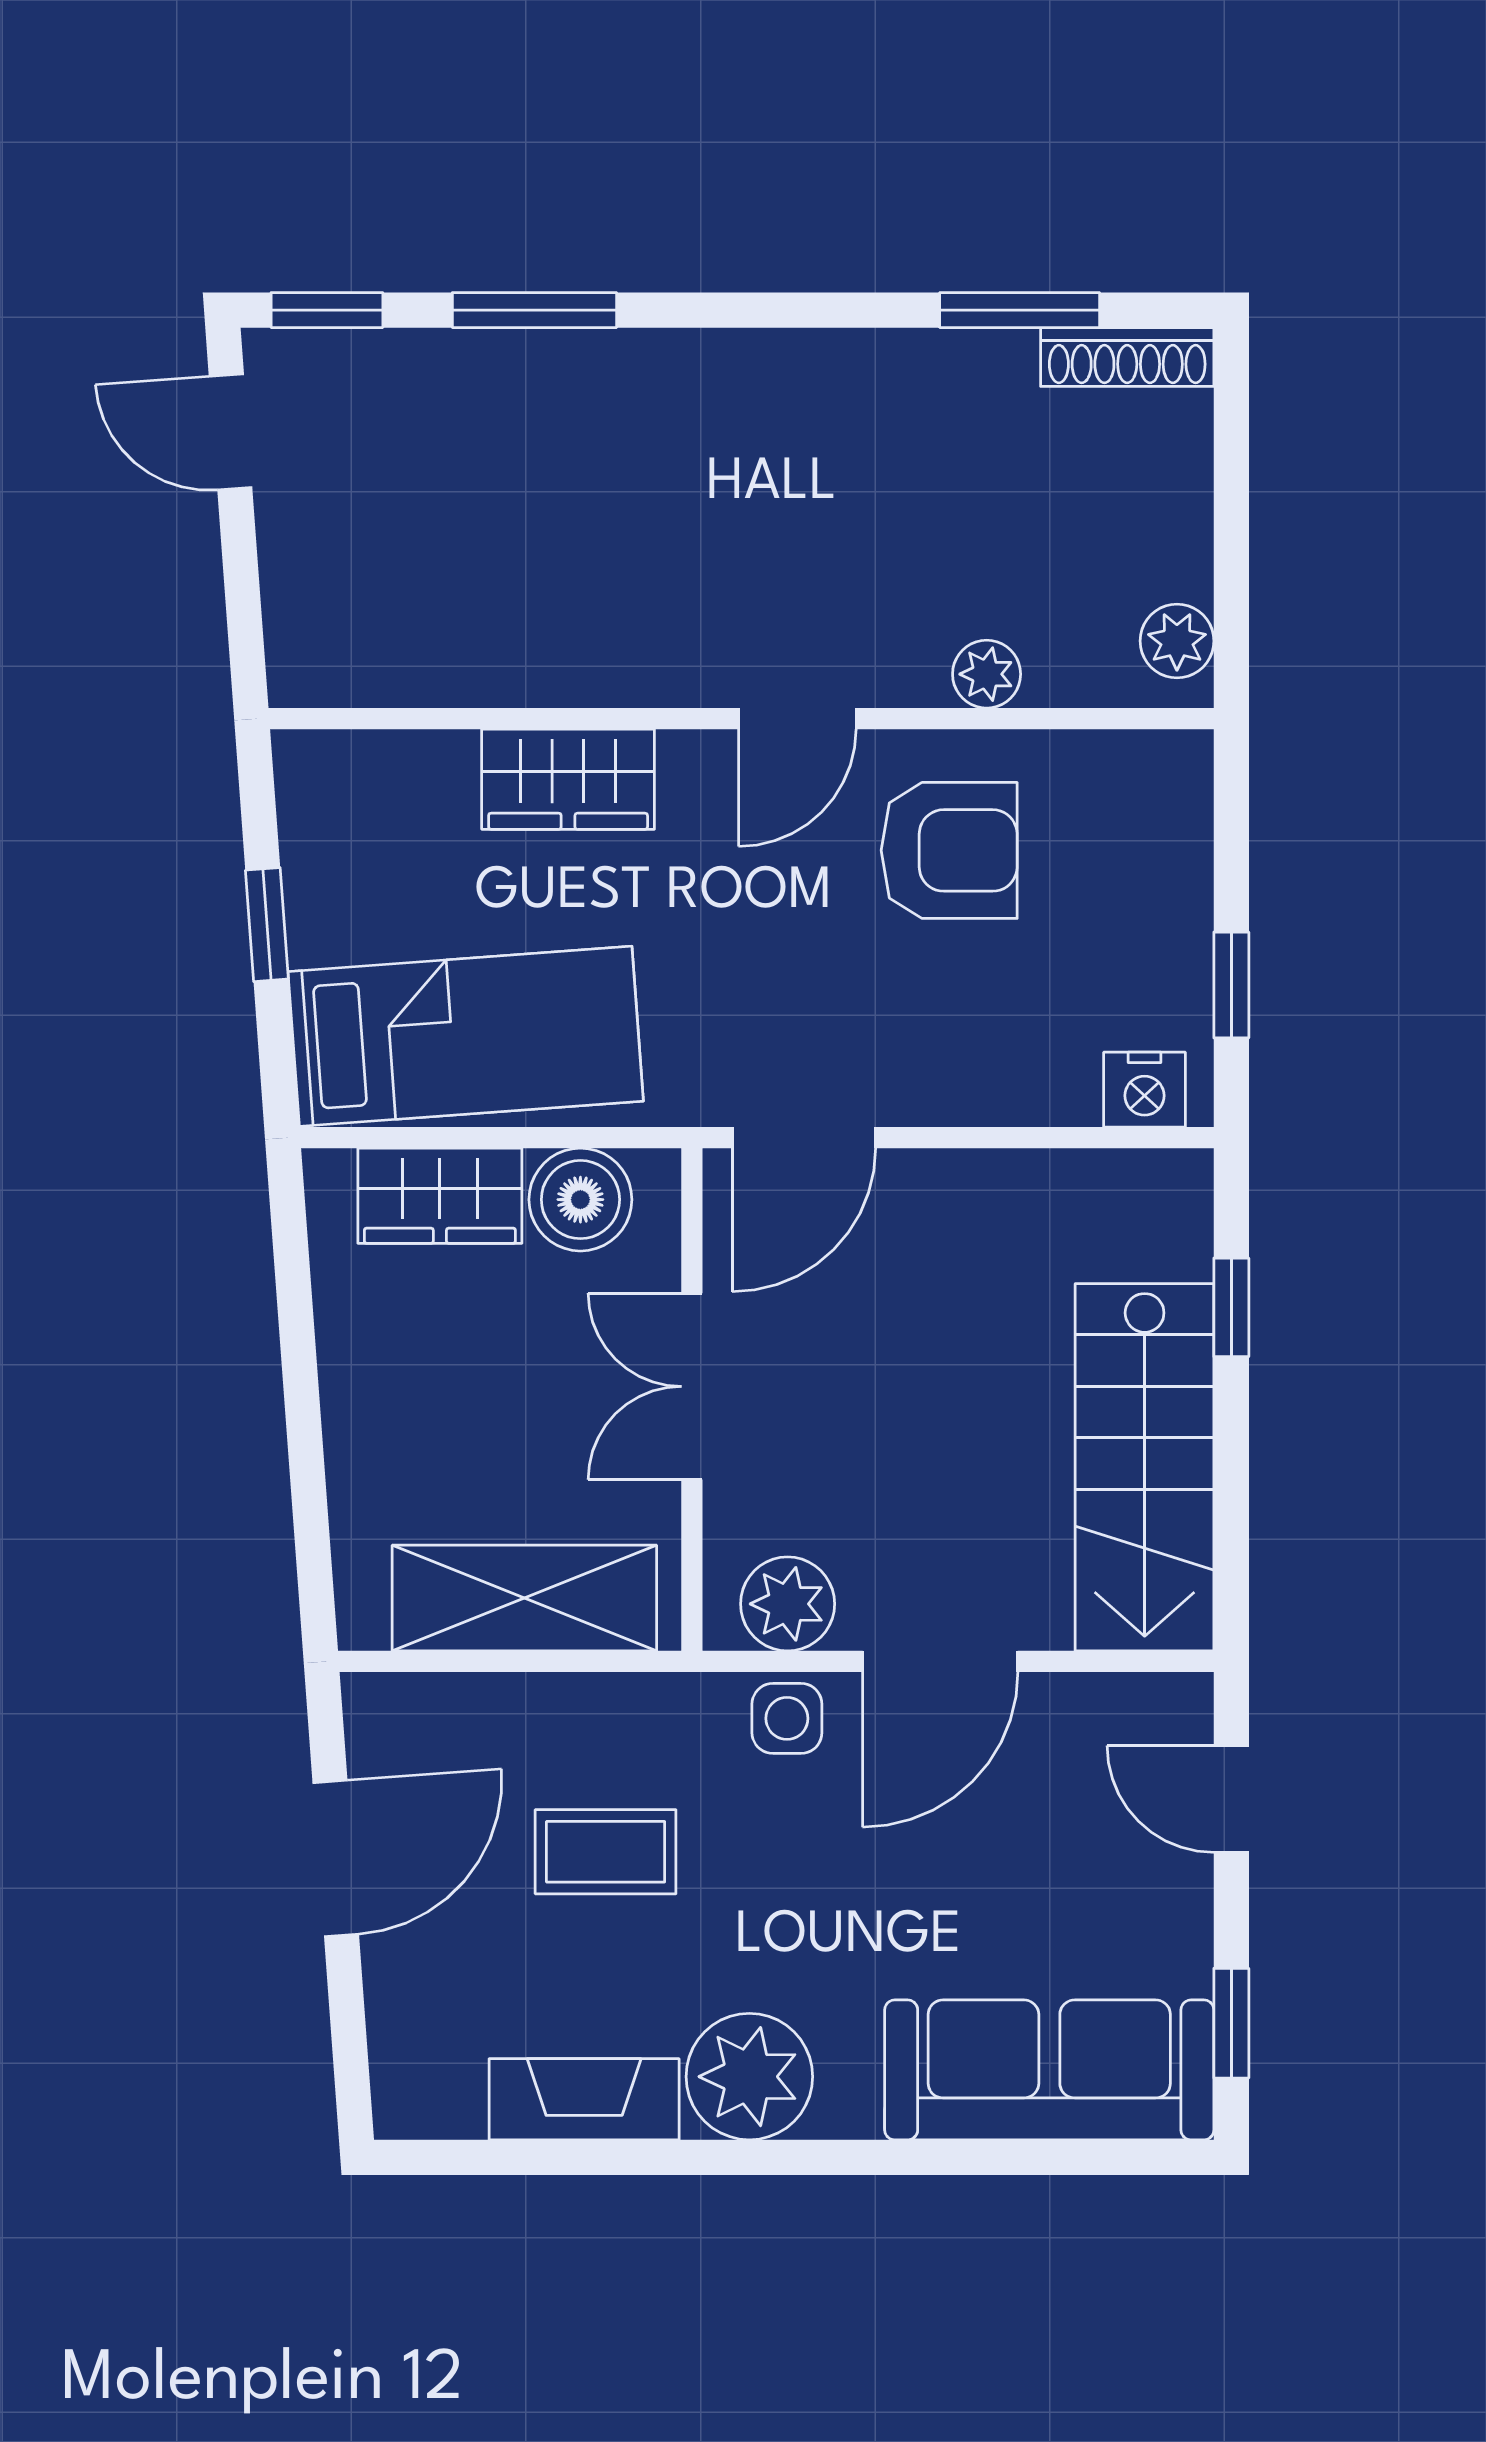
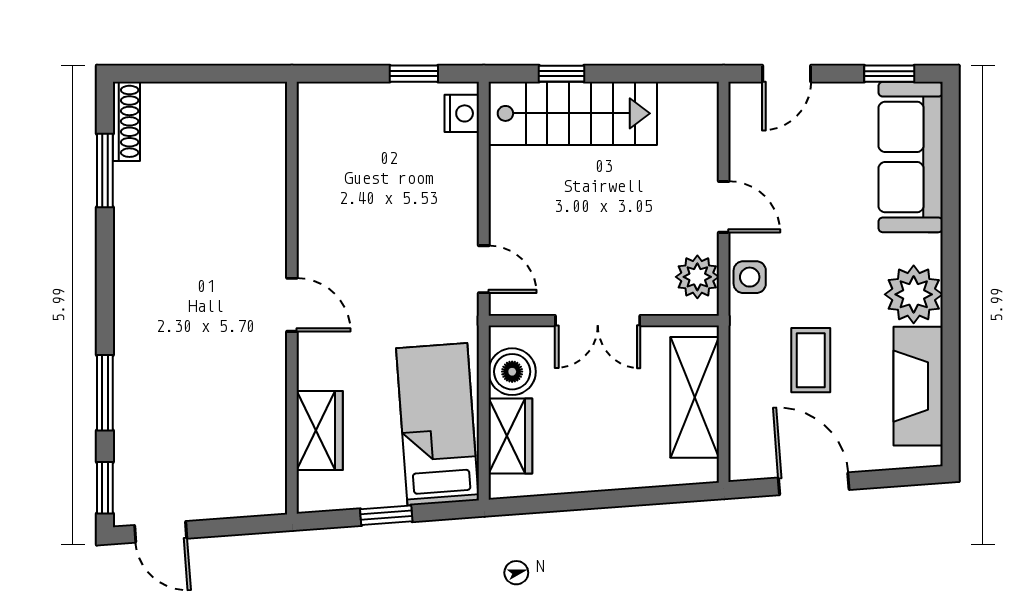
door: (231, 432) -> (161, 532), hinge flipped
plant: (1177, 641) -> (256, 99), removed
plant: (987, 674) -> (272, 186), removed
door: (797, 719) -> (292, 305), moved
wardrobe: (568, 779) -> (320, 431), moved
armchair: (949, 850) -> (352, 203), removed
door: (804, 1138) -> (484, 269), width x0.73
stairs: (1145, 1467) -> (573, 113), moved
door: (940, 1661) -> (724, 207), width x0.73
fireplace: (584, 2099) -> (918, 386), width x1.37, depth x1.32

